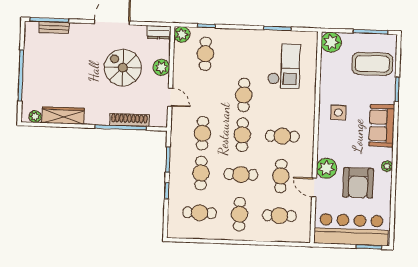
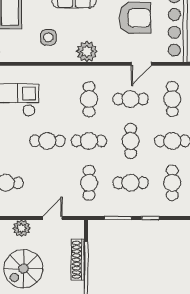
side table: (338, 113) -> (48, 37), moved
cafe table: (202, 133) -> (89, 183), turned 90
plant: (327, 168) -> (87, 52), moved

